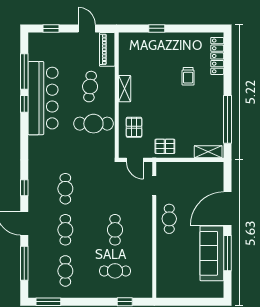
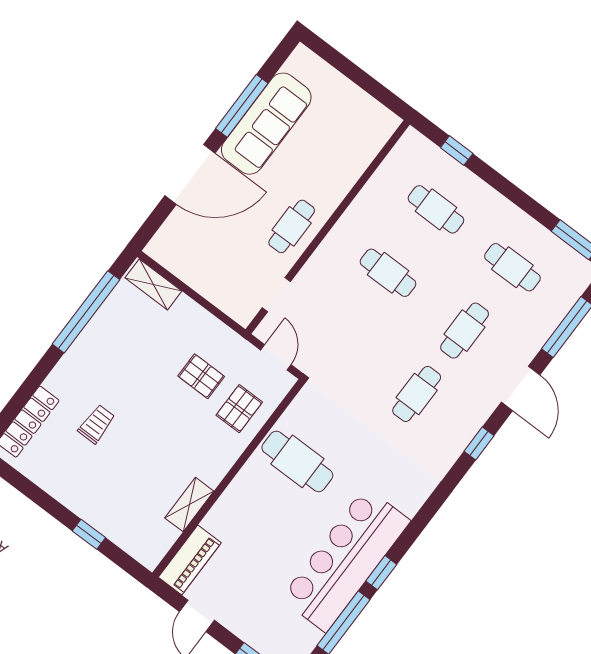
cafe table: (90, 87) -> (260, 523), removed
shelving: (125, 89) -> (189, 505), moved
pallet: (165, 146) -> (201, 376), moved
cafe table: (115, 230) -> (388, 273), turned 90
cafe table: (65, 271) -> (512, 267), turned 90

